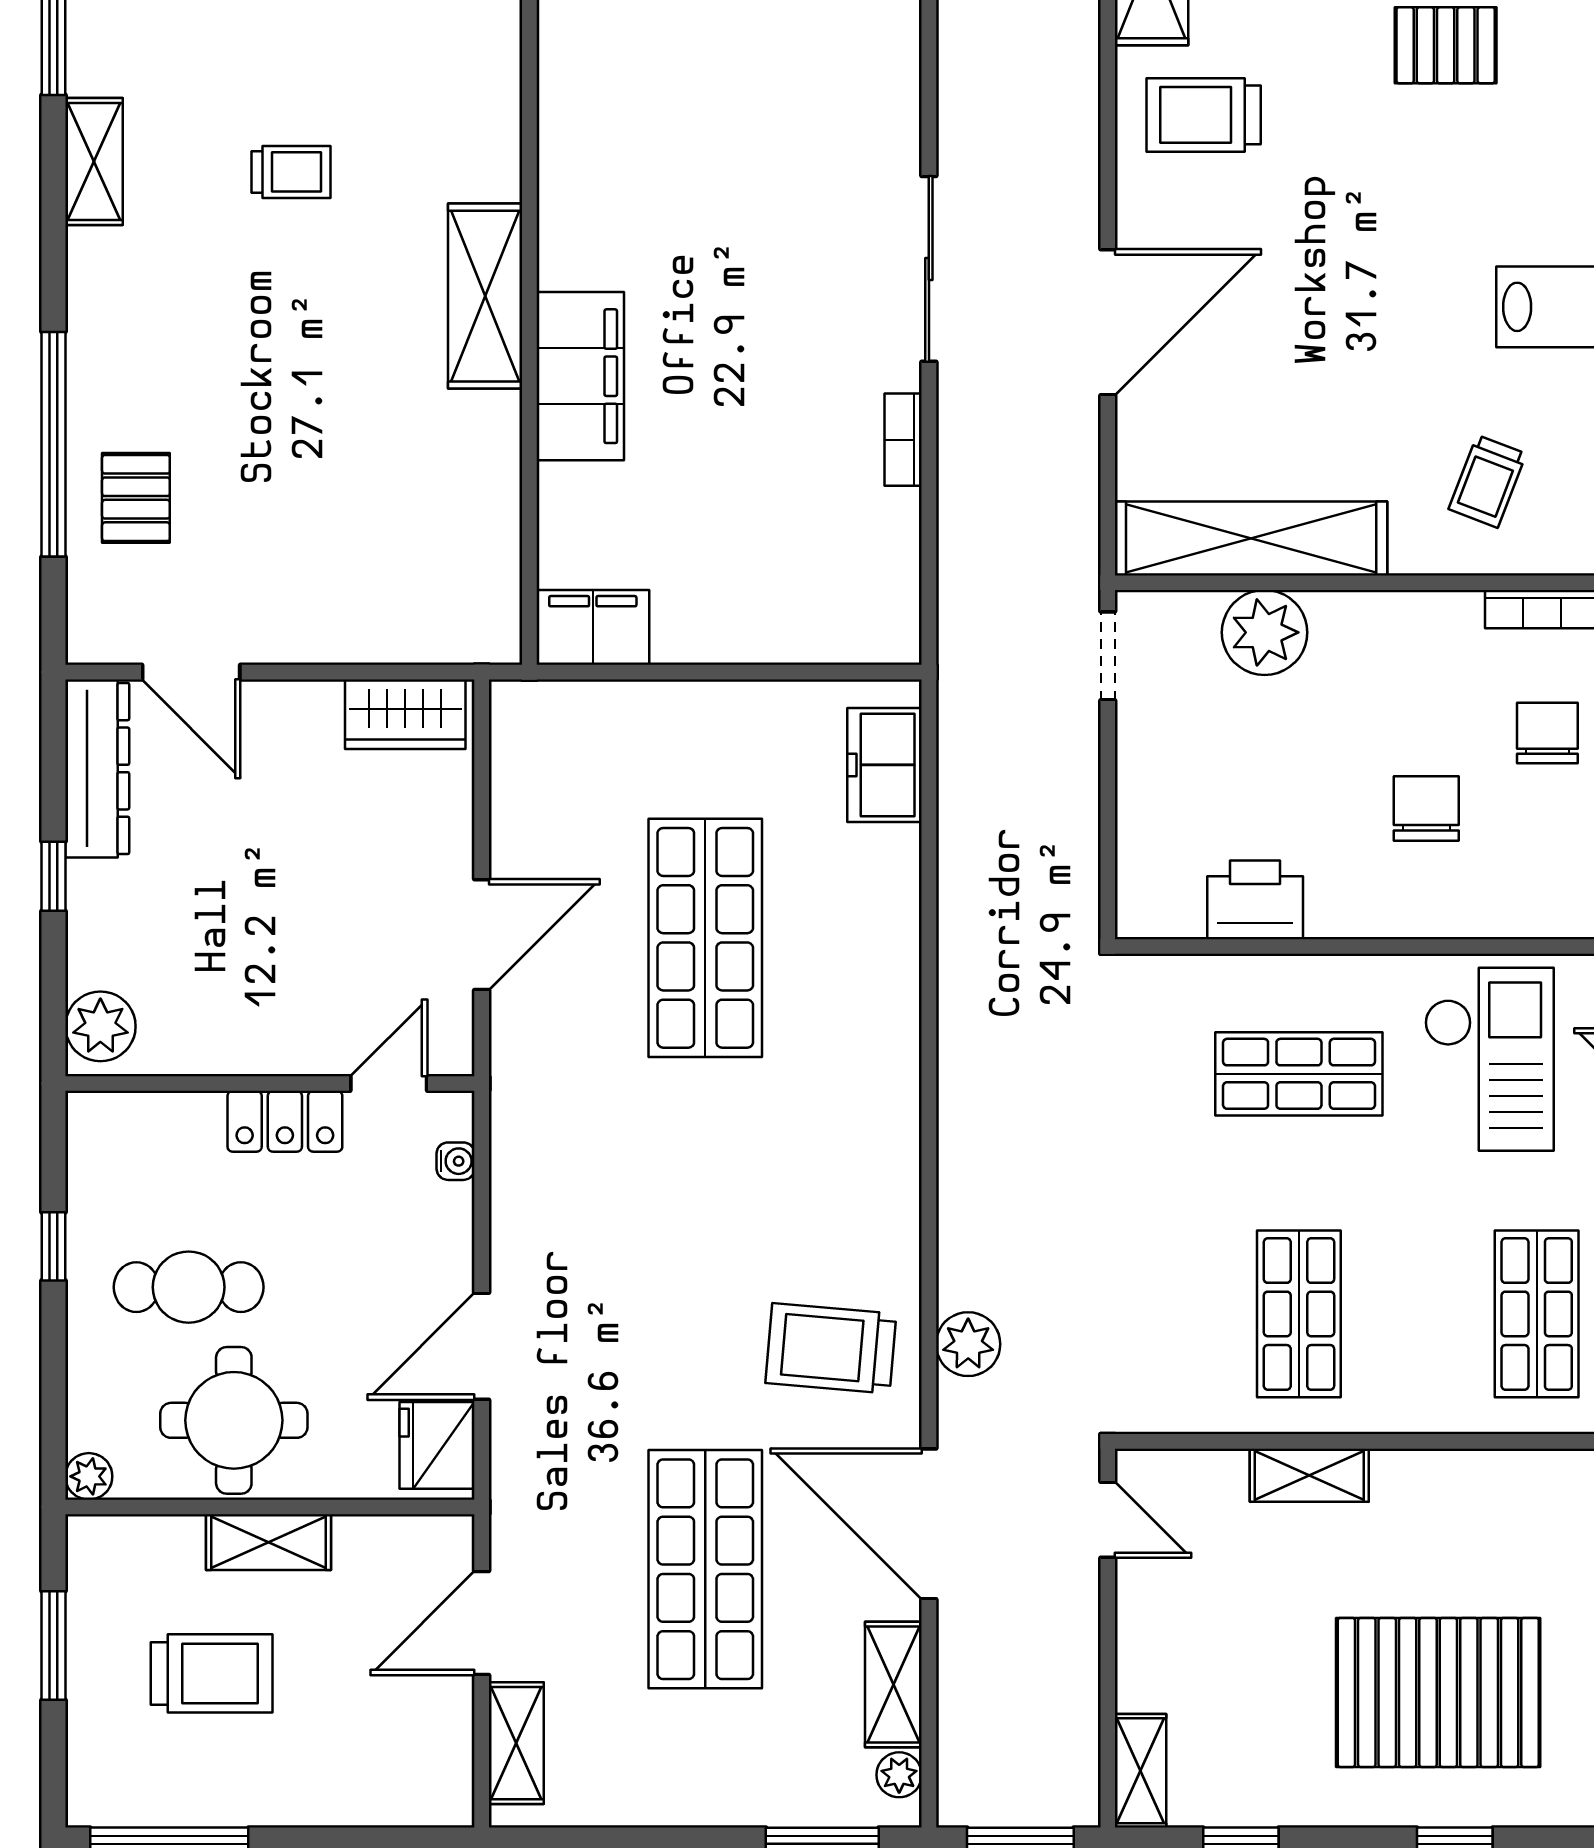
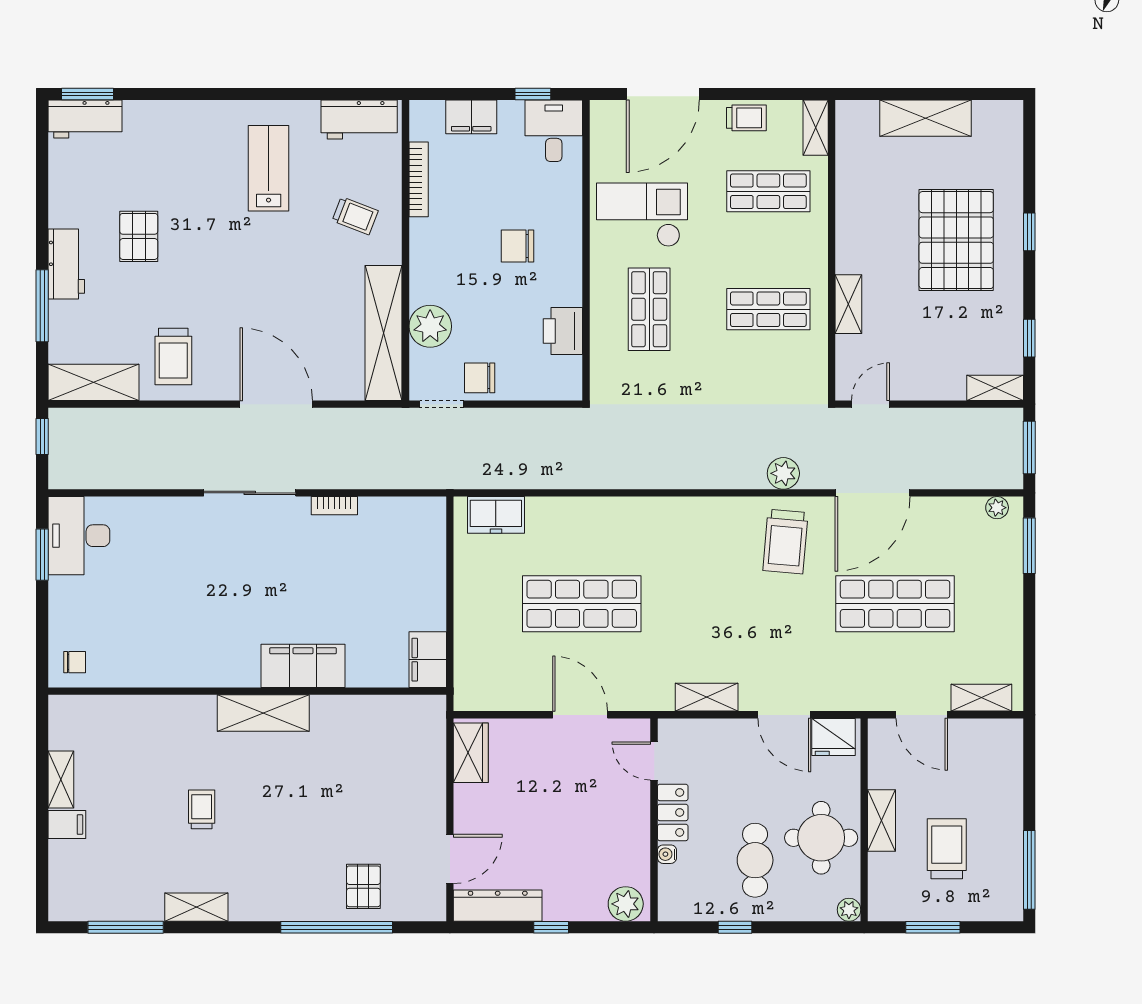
pallet: (136, 498) -> (363, 886), turned 90
chair: (1547, 733) -> (480, 378), moved
water cooler: (456, 1161) -> (667, 854), moved, turned -90
shelving: (893, 1685) -> (707, 697), moved

